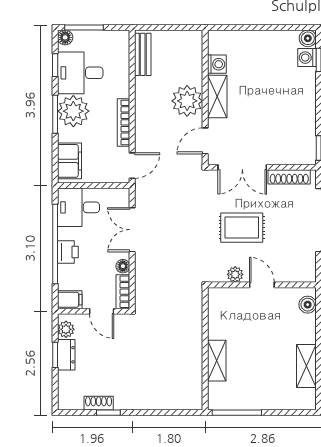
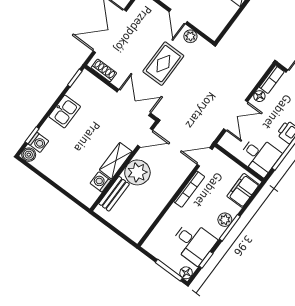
bench: (143, 54) -> (114, 194), moved
kitchen sink: (304, 107) -> (65, 112), added
plant: (73, 111) -> (225, 220), width x0.53, depth x0.53
shoe rack: (289, 177) -> (104, 70), width x0.70
rug: (242, 228) -> (163, 64), turned 90

